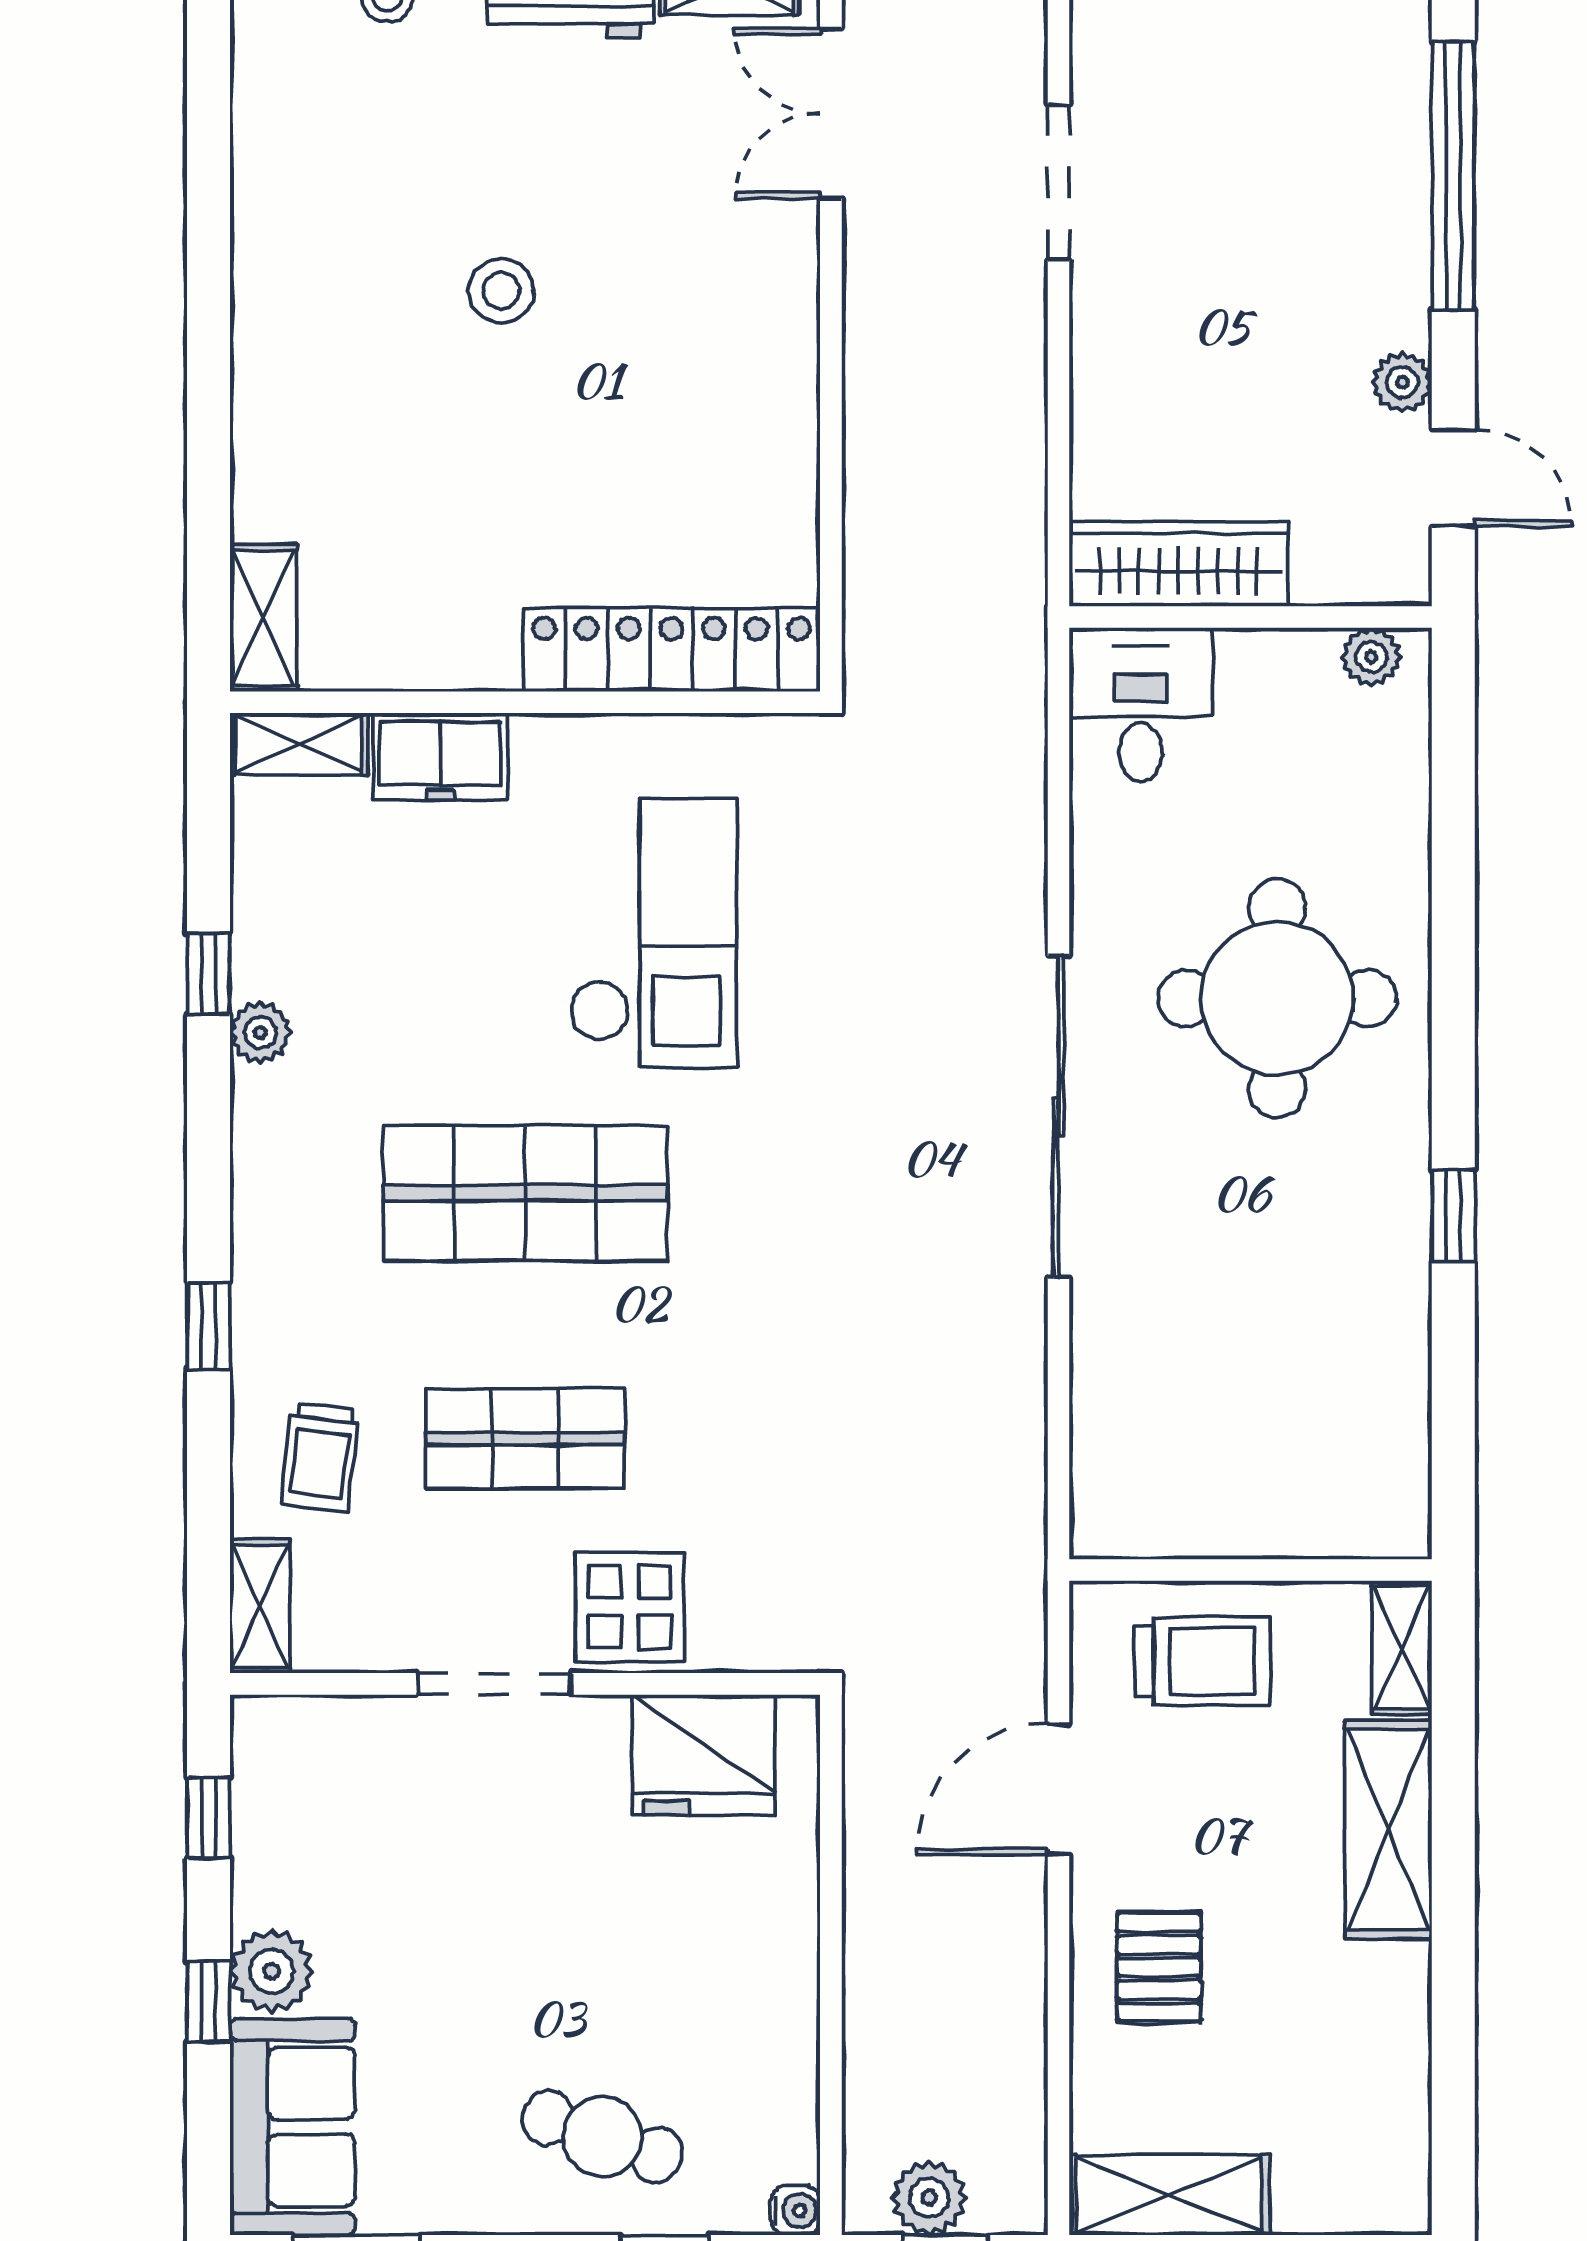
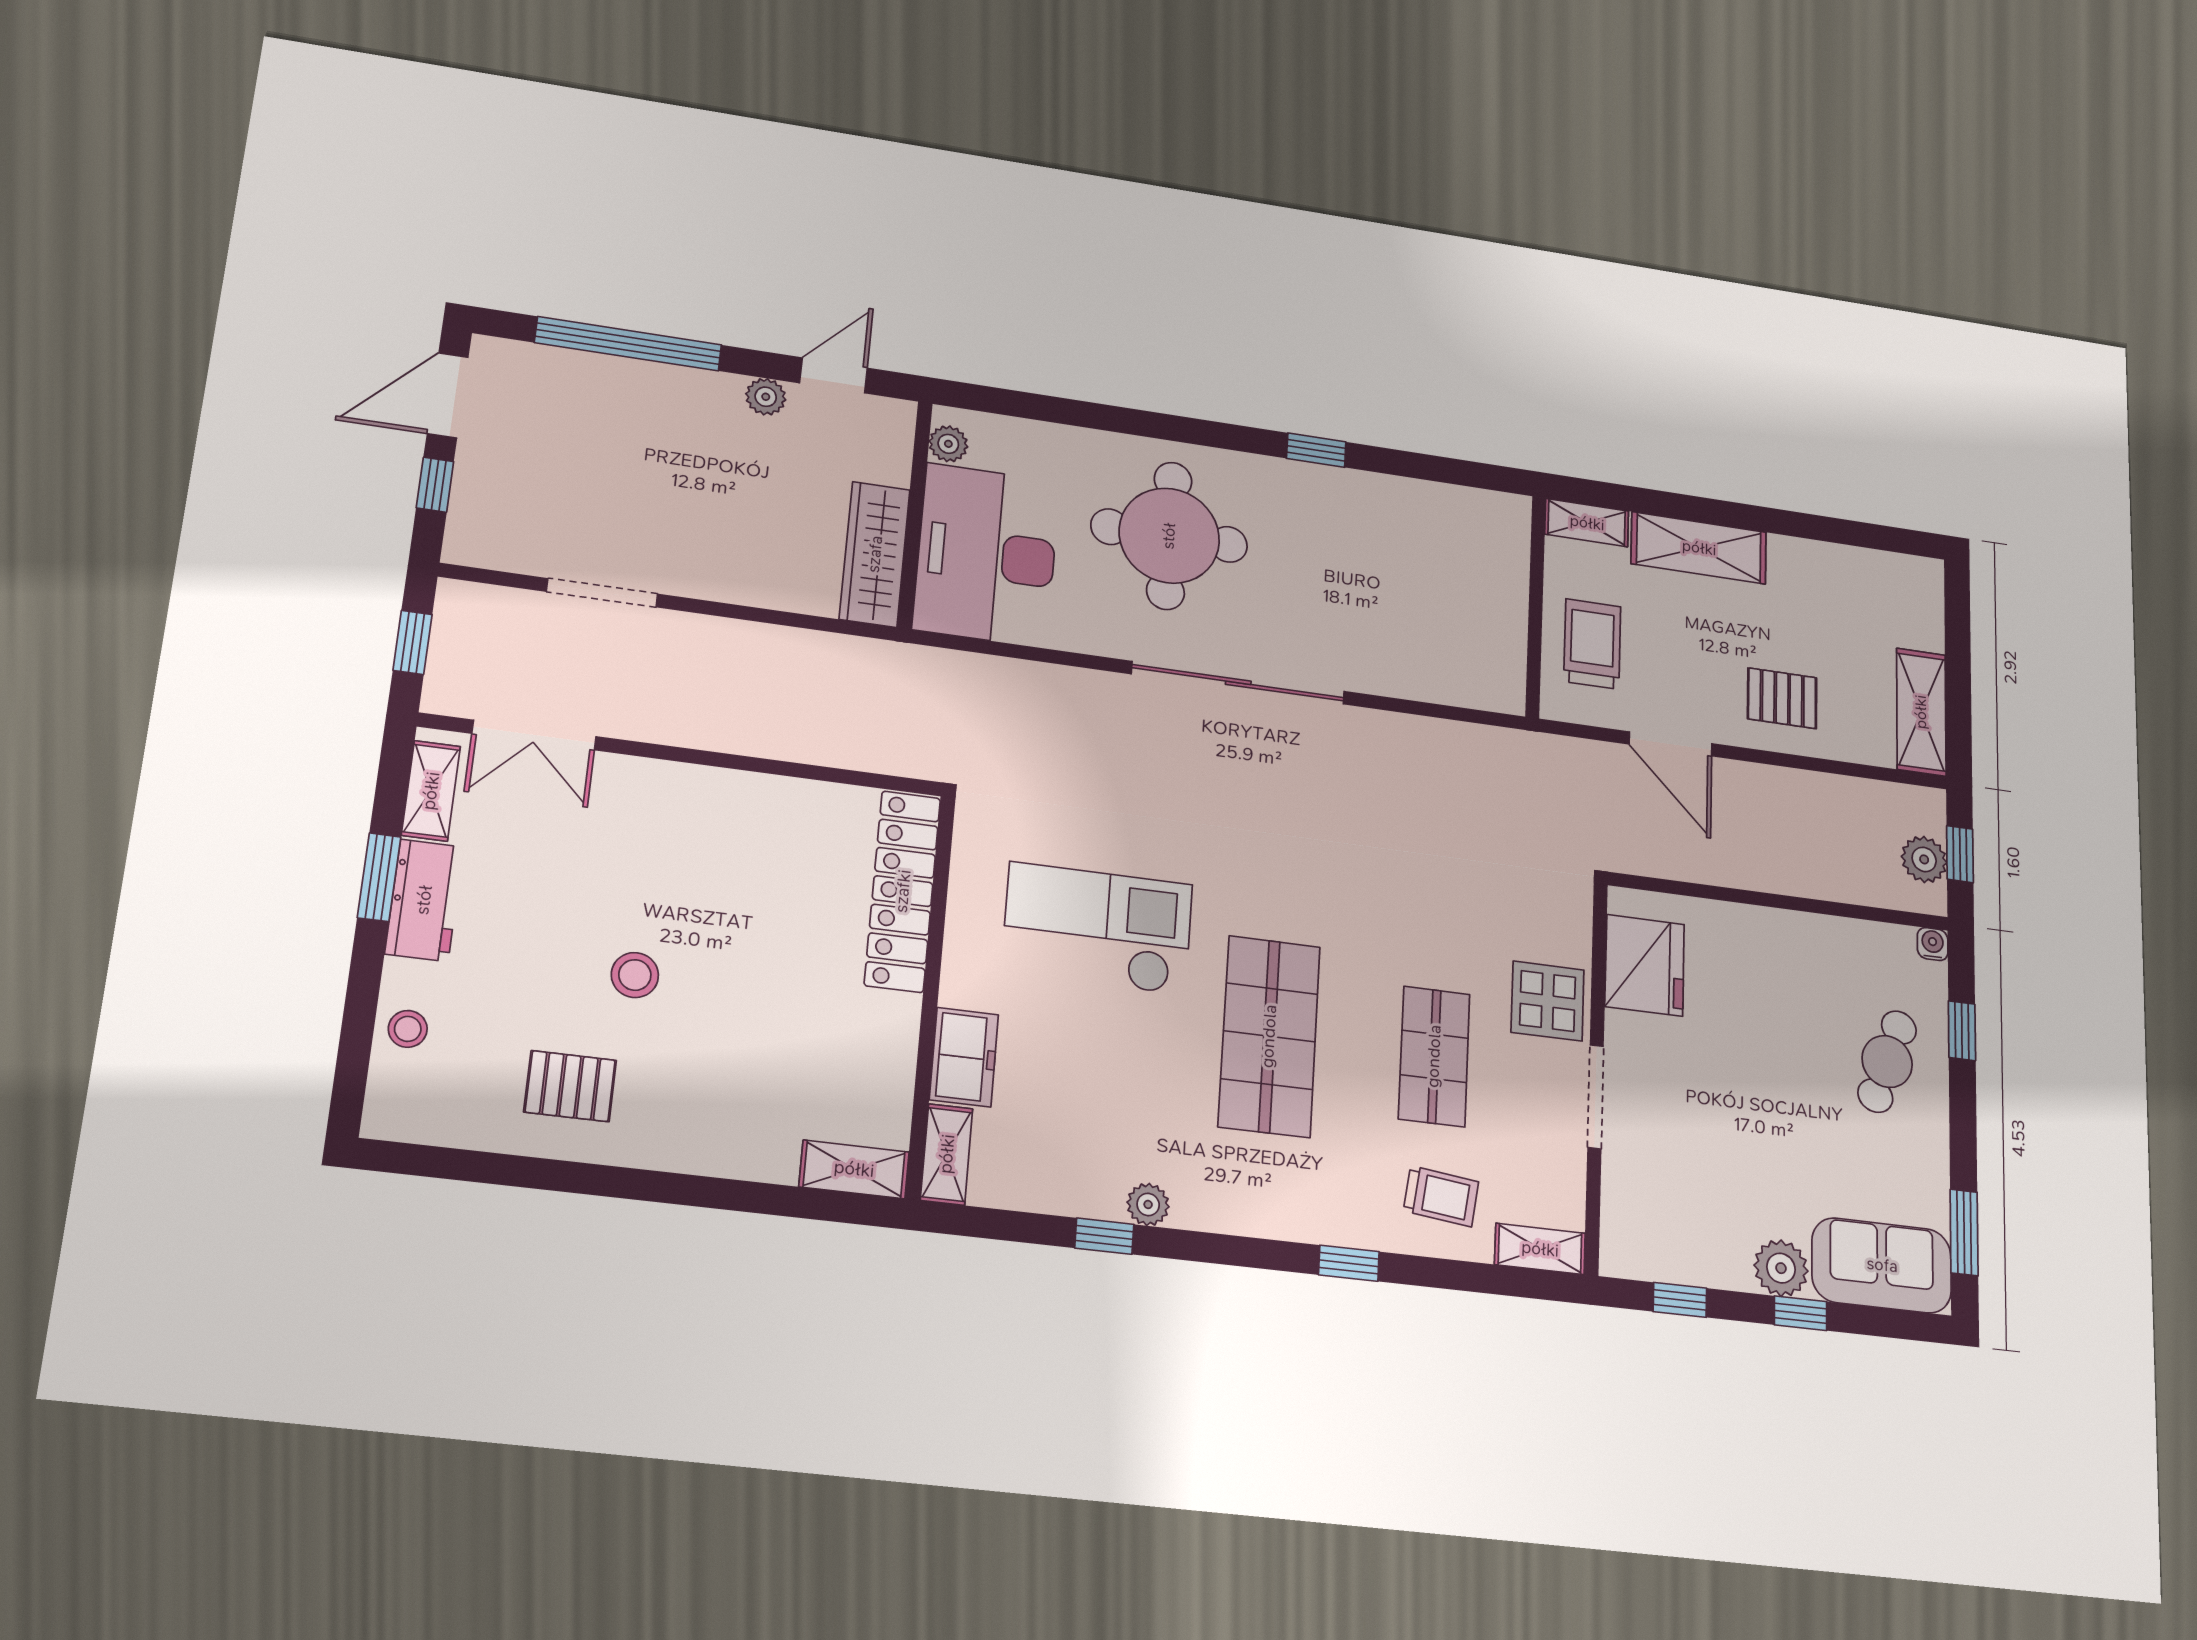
pallet: (334, 221) -> (570, 1086), added
desk: (1141, 705) -> (987, 555), width x1.87, depth x1.30

